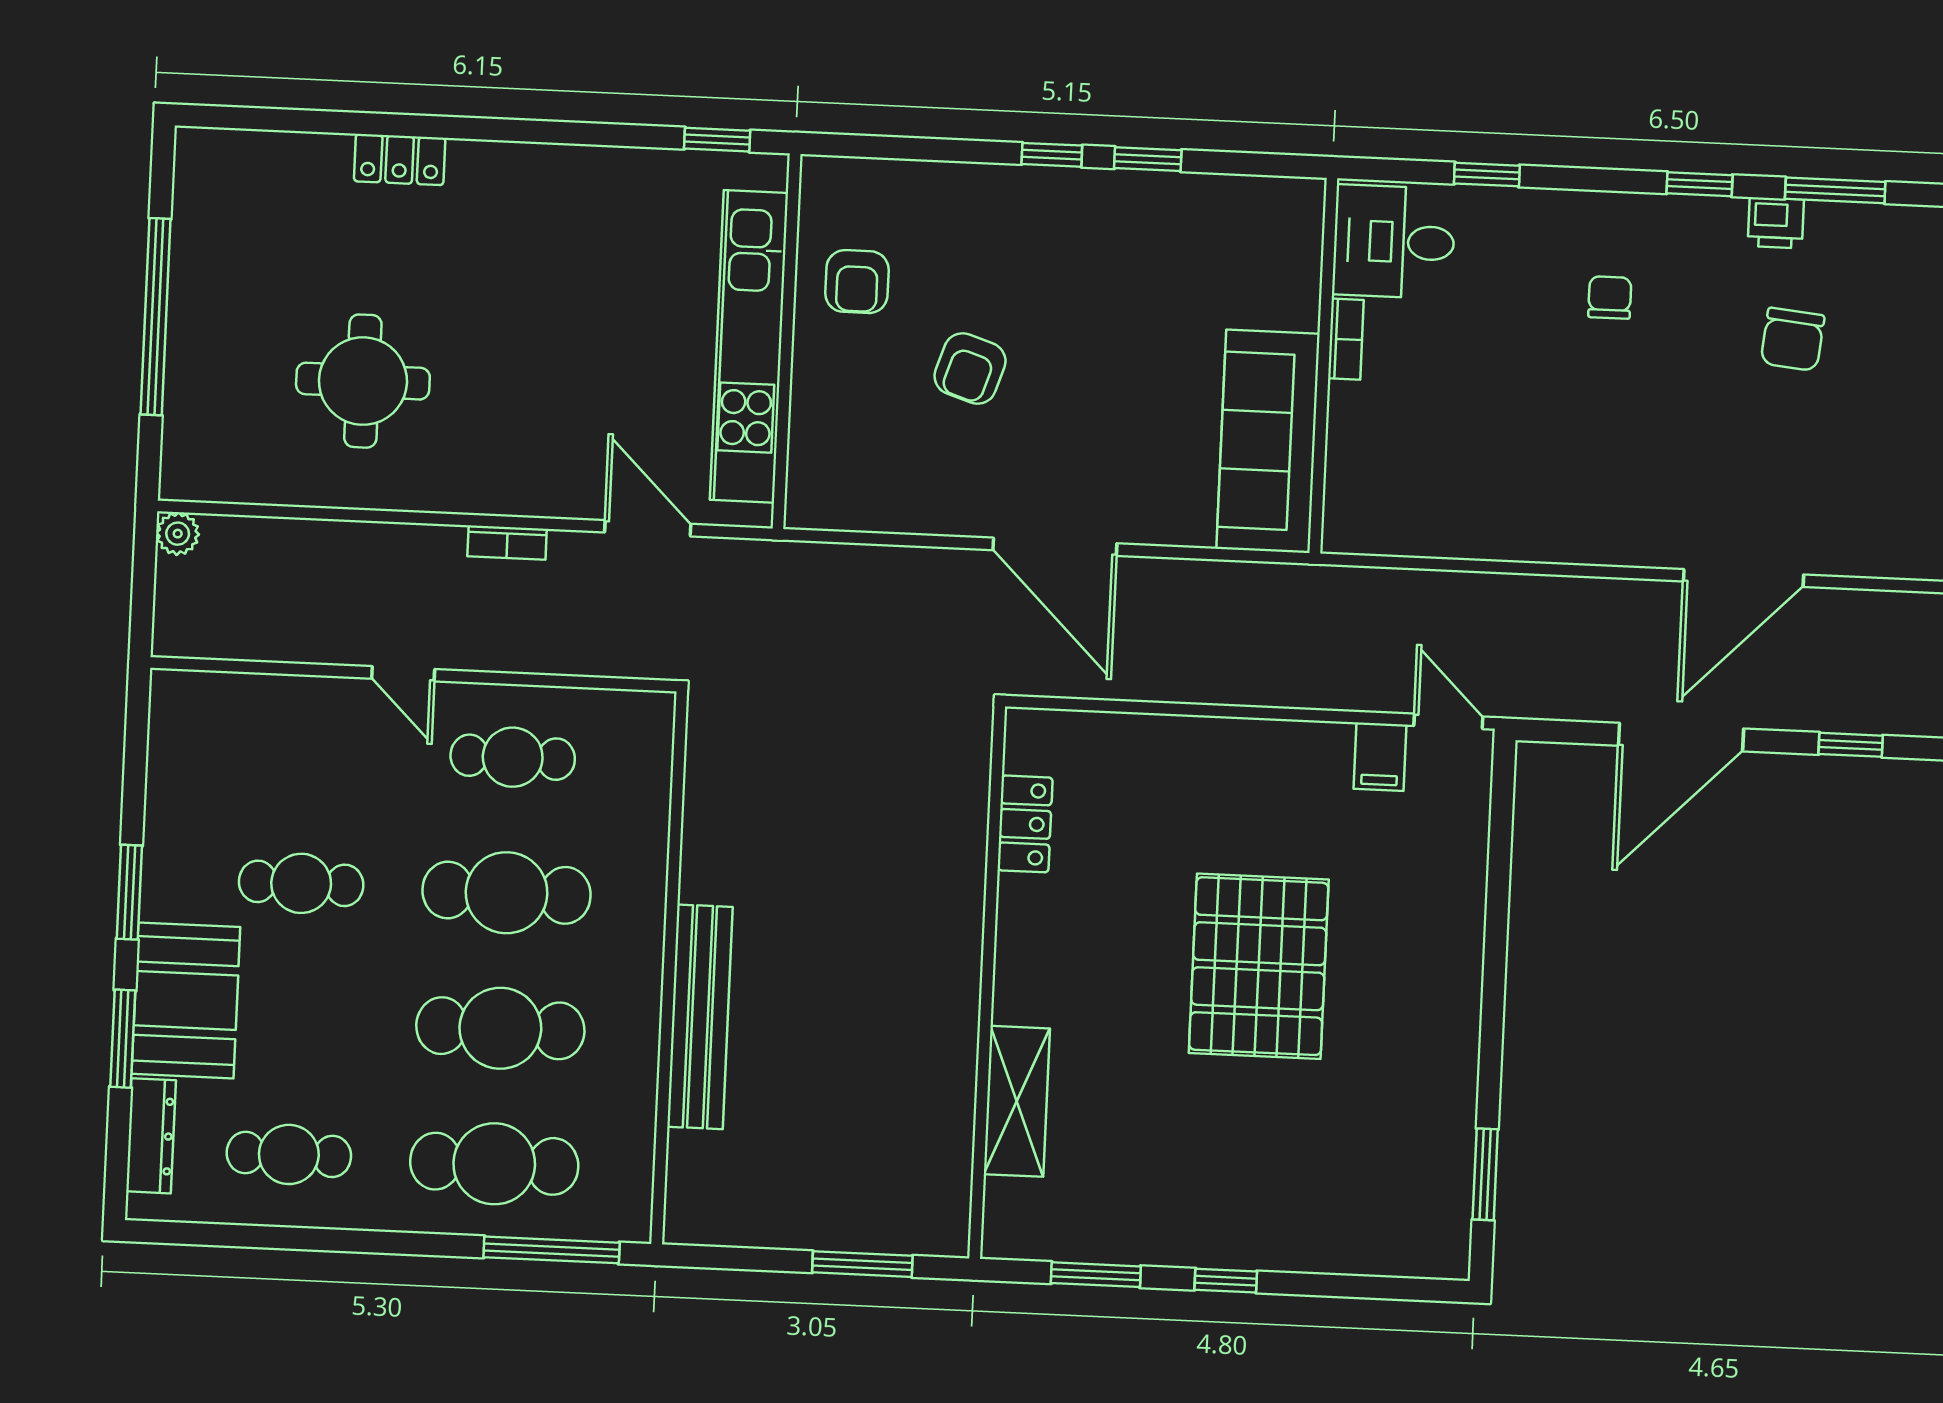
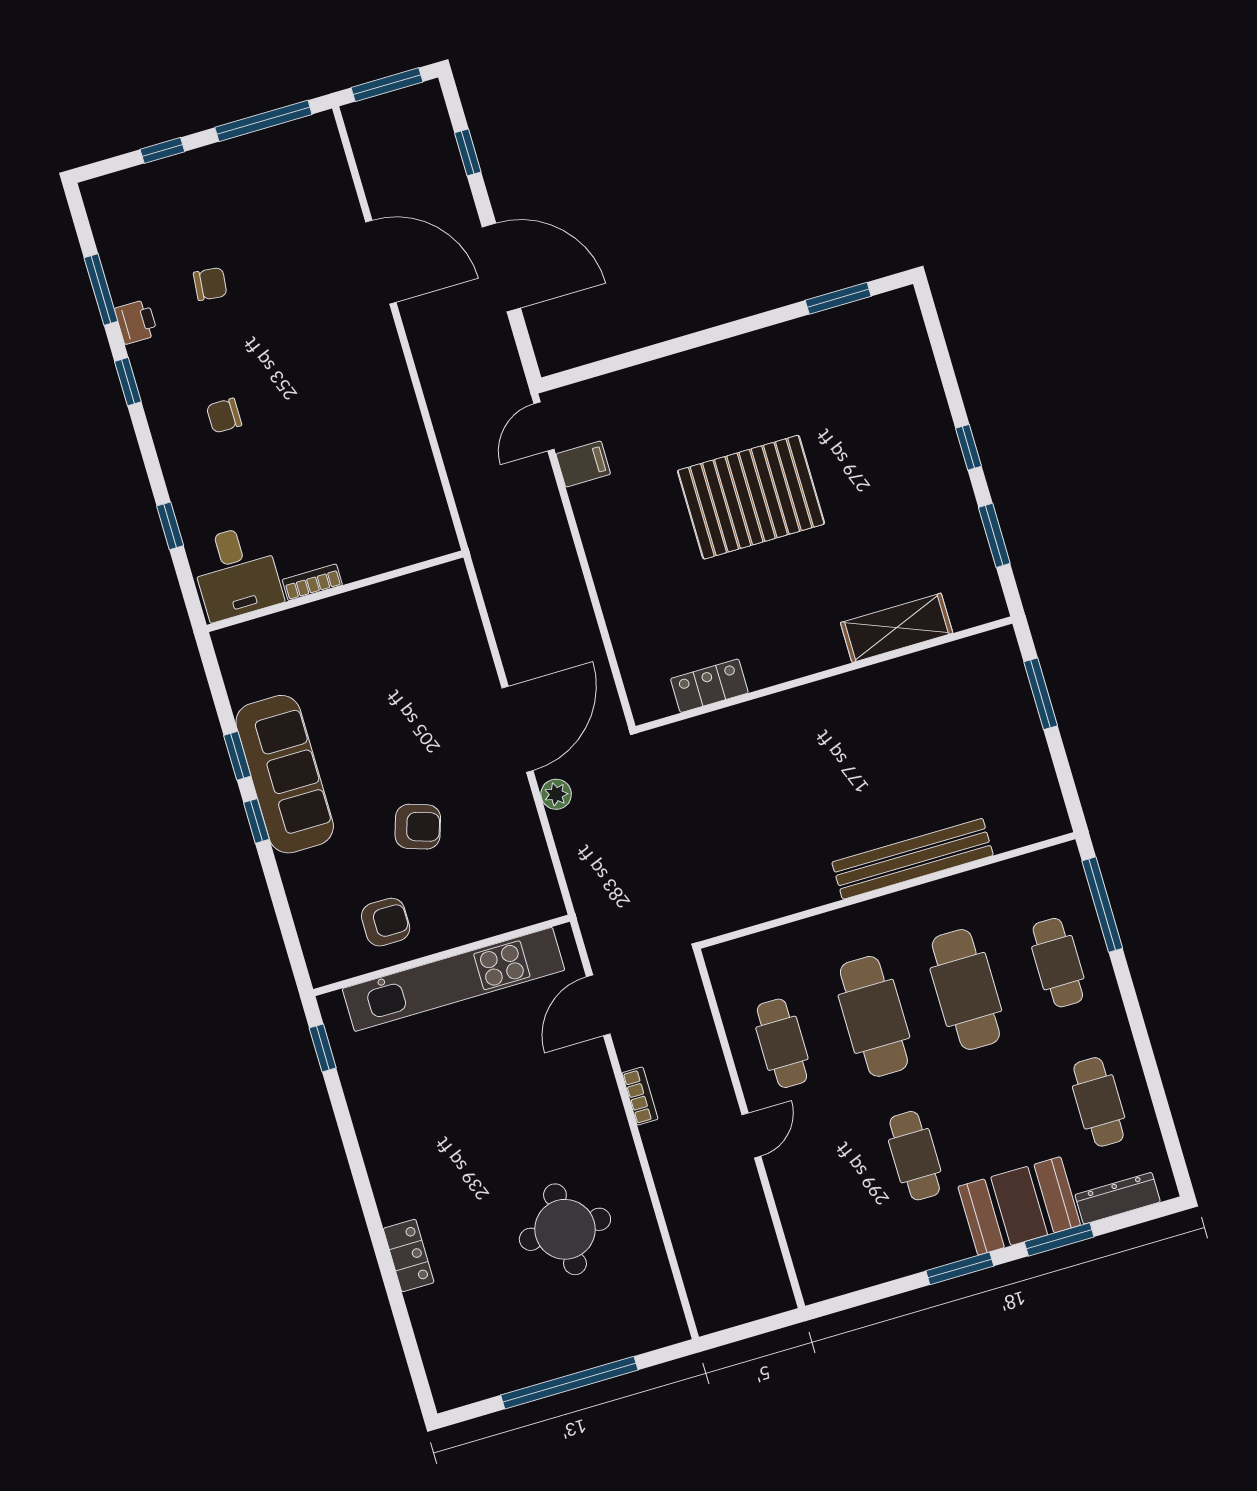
chair: (1793, 339) -> (210, 284), width x0.73, depth x0.73
sofa: (1268, 441) -> (285, 774), moved, turned -90
plant: (178, 534) -> (556, 794), moved
cafe table: (494, 1164) -> (1058, 963), width x0.73, depth x0.74

